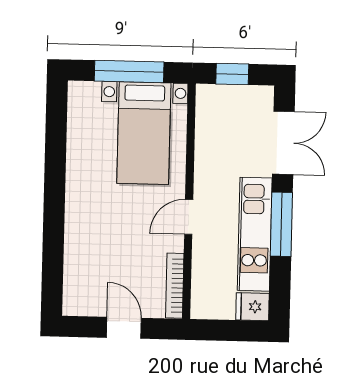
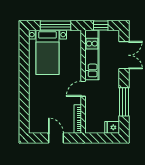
bed with nightstands: (144, 133) -> (48, 52), moved
window: (281, 224) -> (124, 102), moved
kitchen unit: (255, 234) -> (92, 55), moved, turned 180

